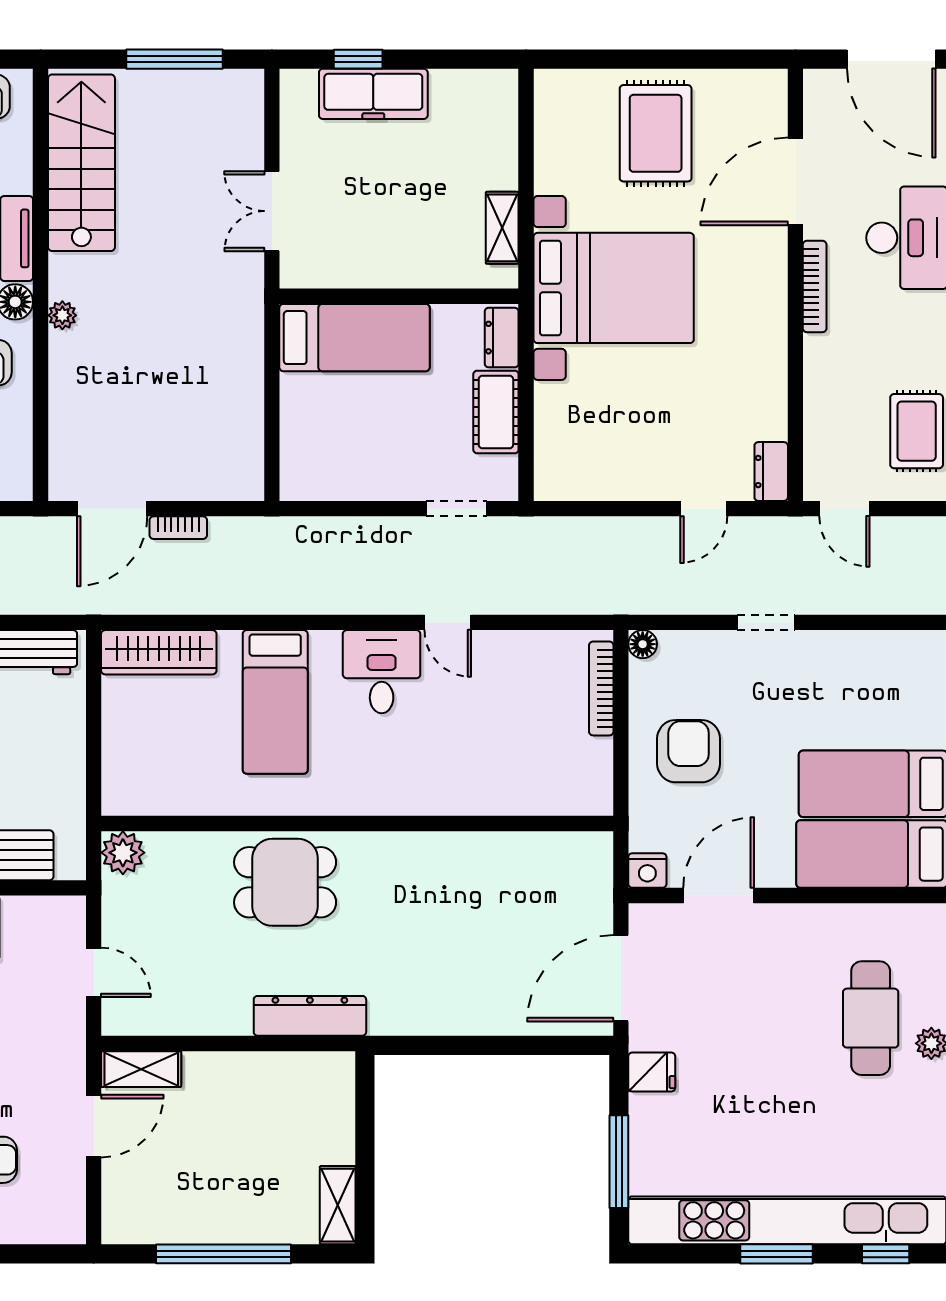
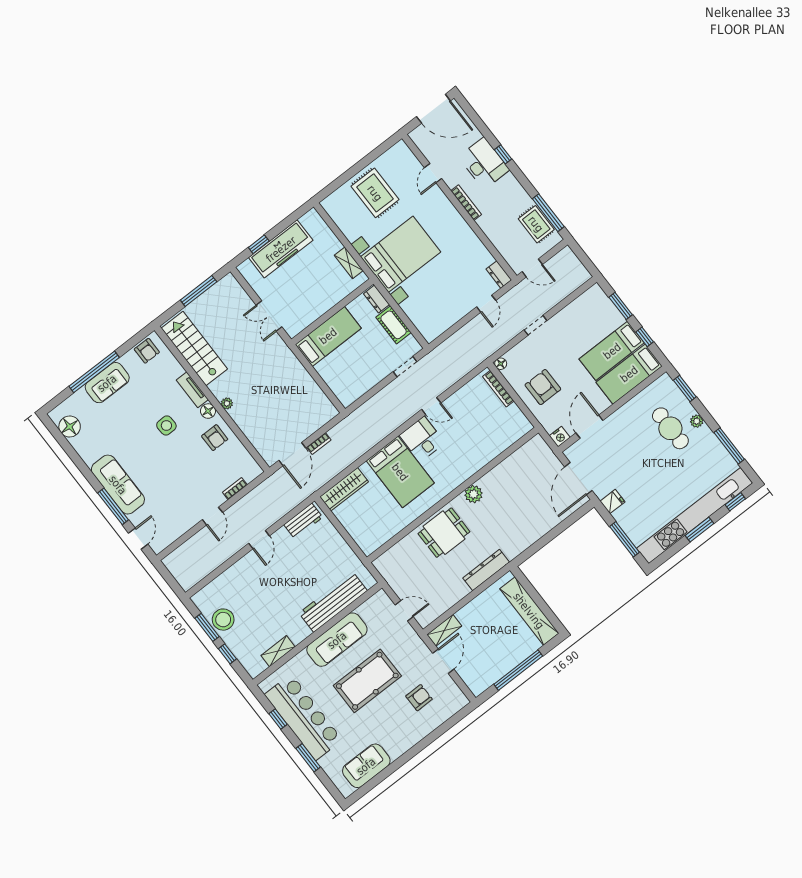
freezer: (373, 94) -> (281, 249), width x1.36, depth x1.26
door: (795, 181) -> (433, 173), width x0.53
bed: (275, 702) -> (400, 472), width x1.50
plant: (123, 853) -> (474, 494), moved
shelving: (338, 1205) -> (529, 611), width x2.20, depth x1.33

